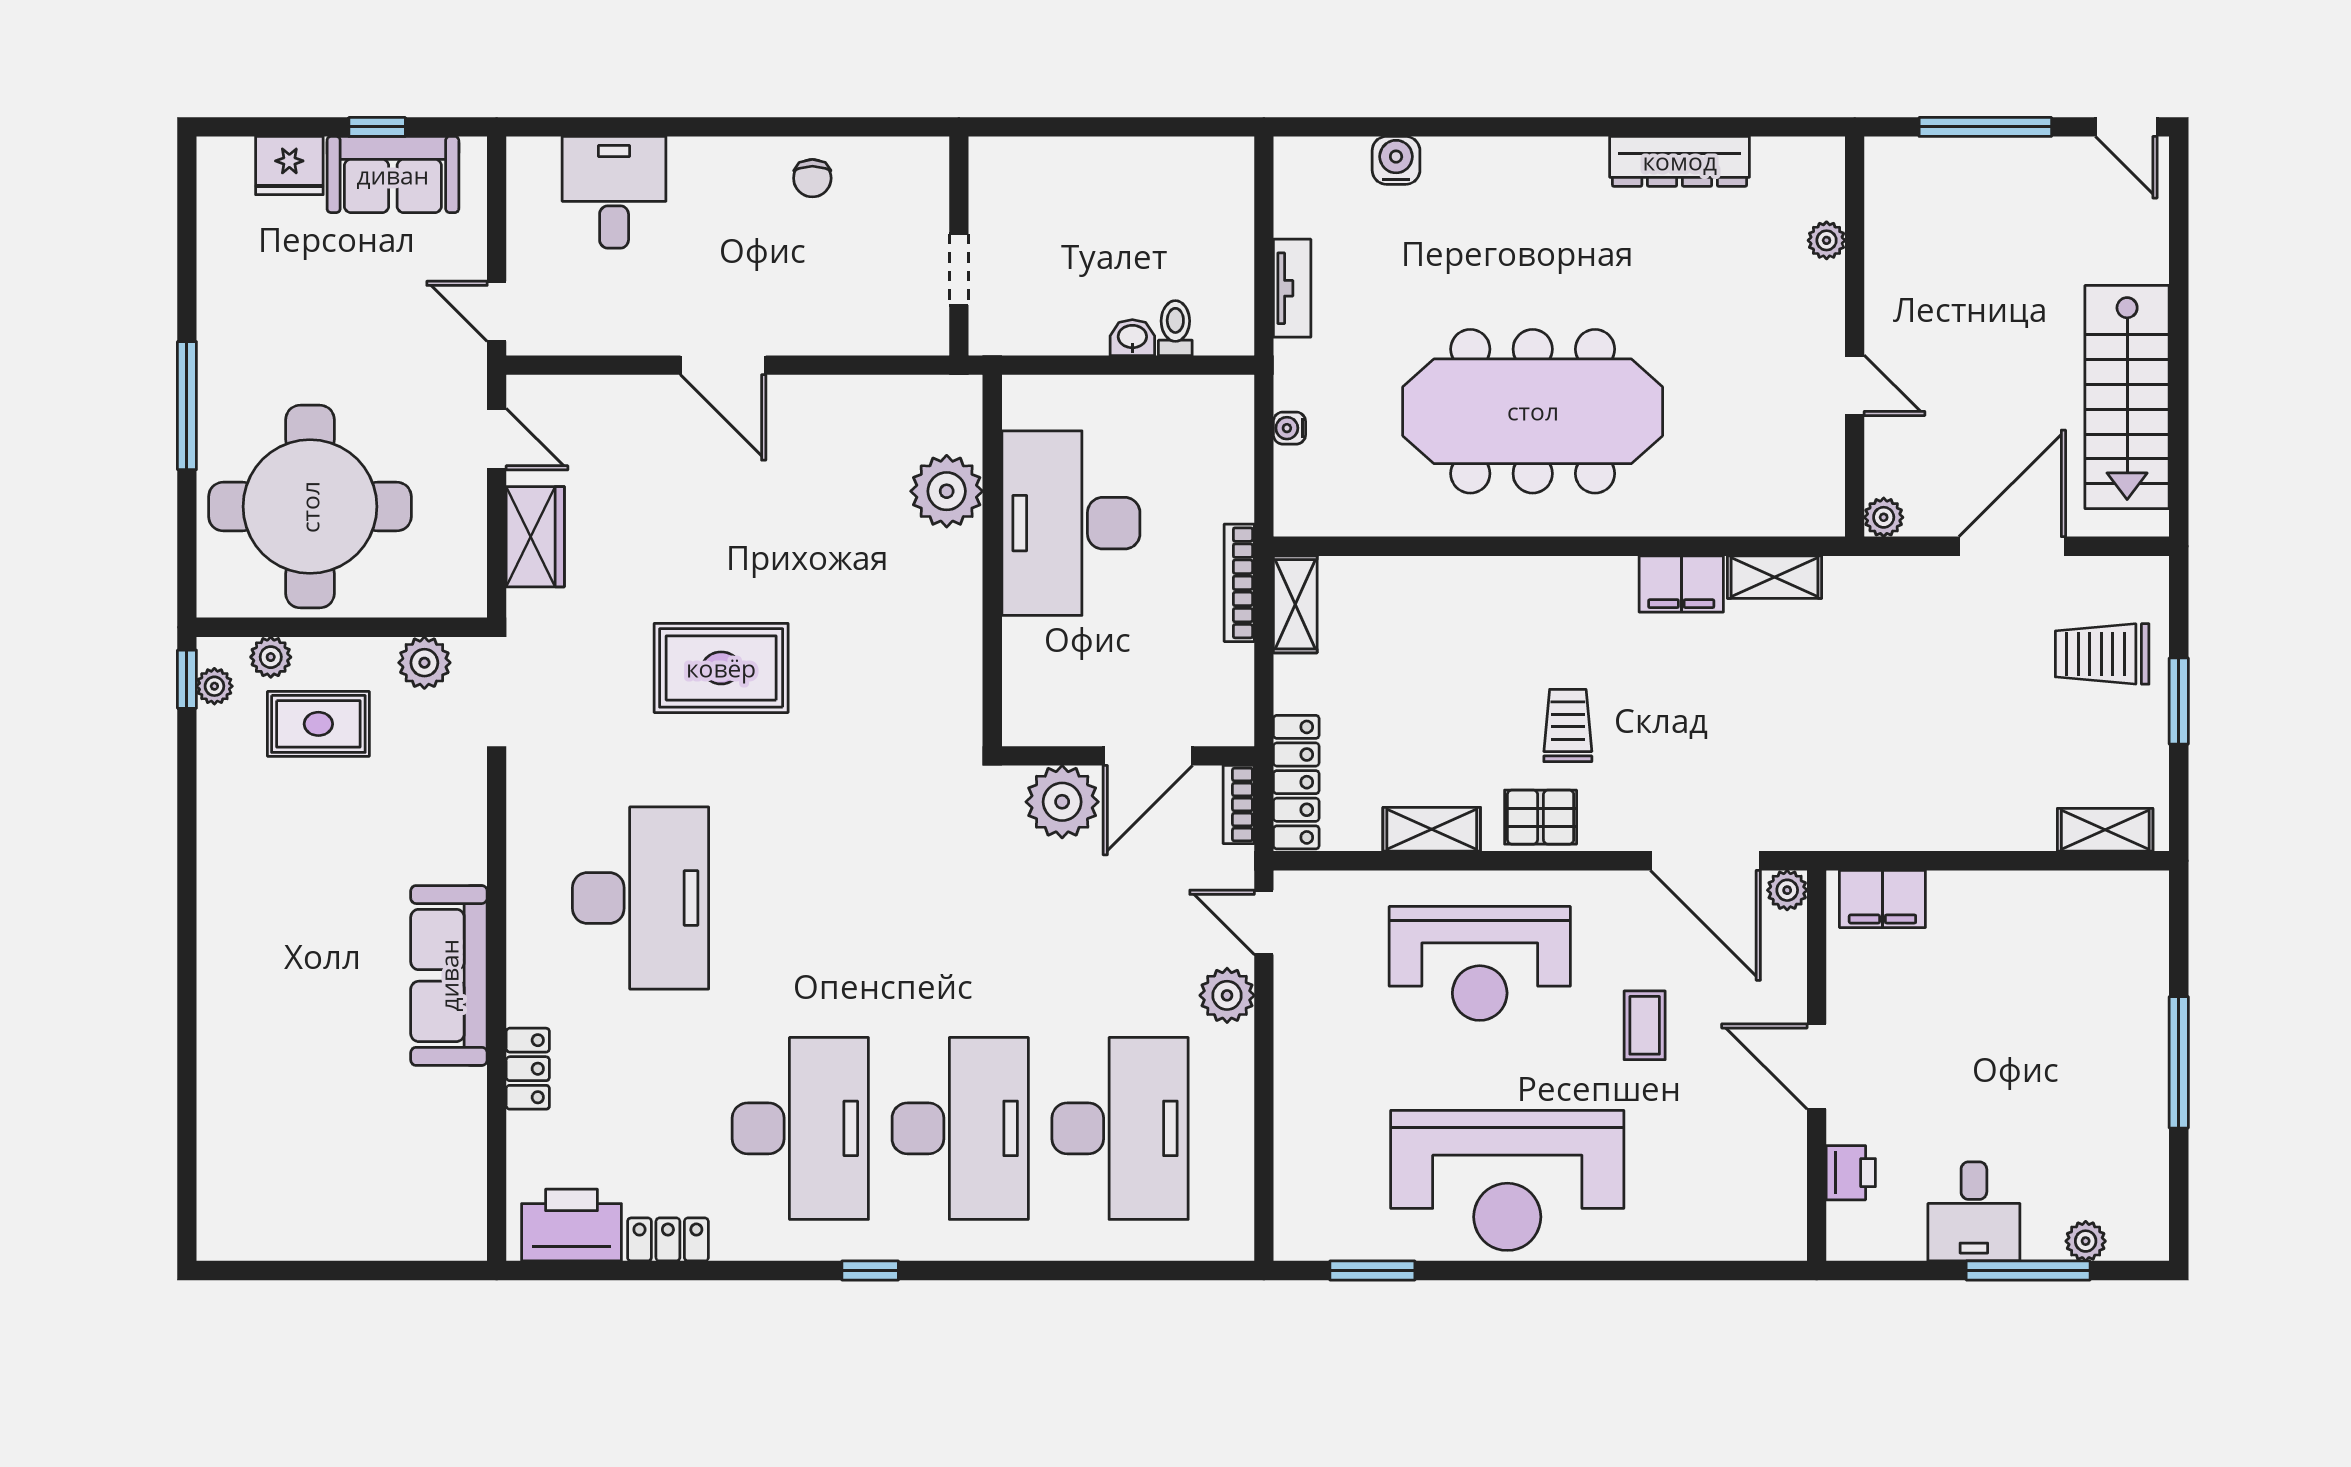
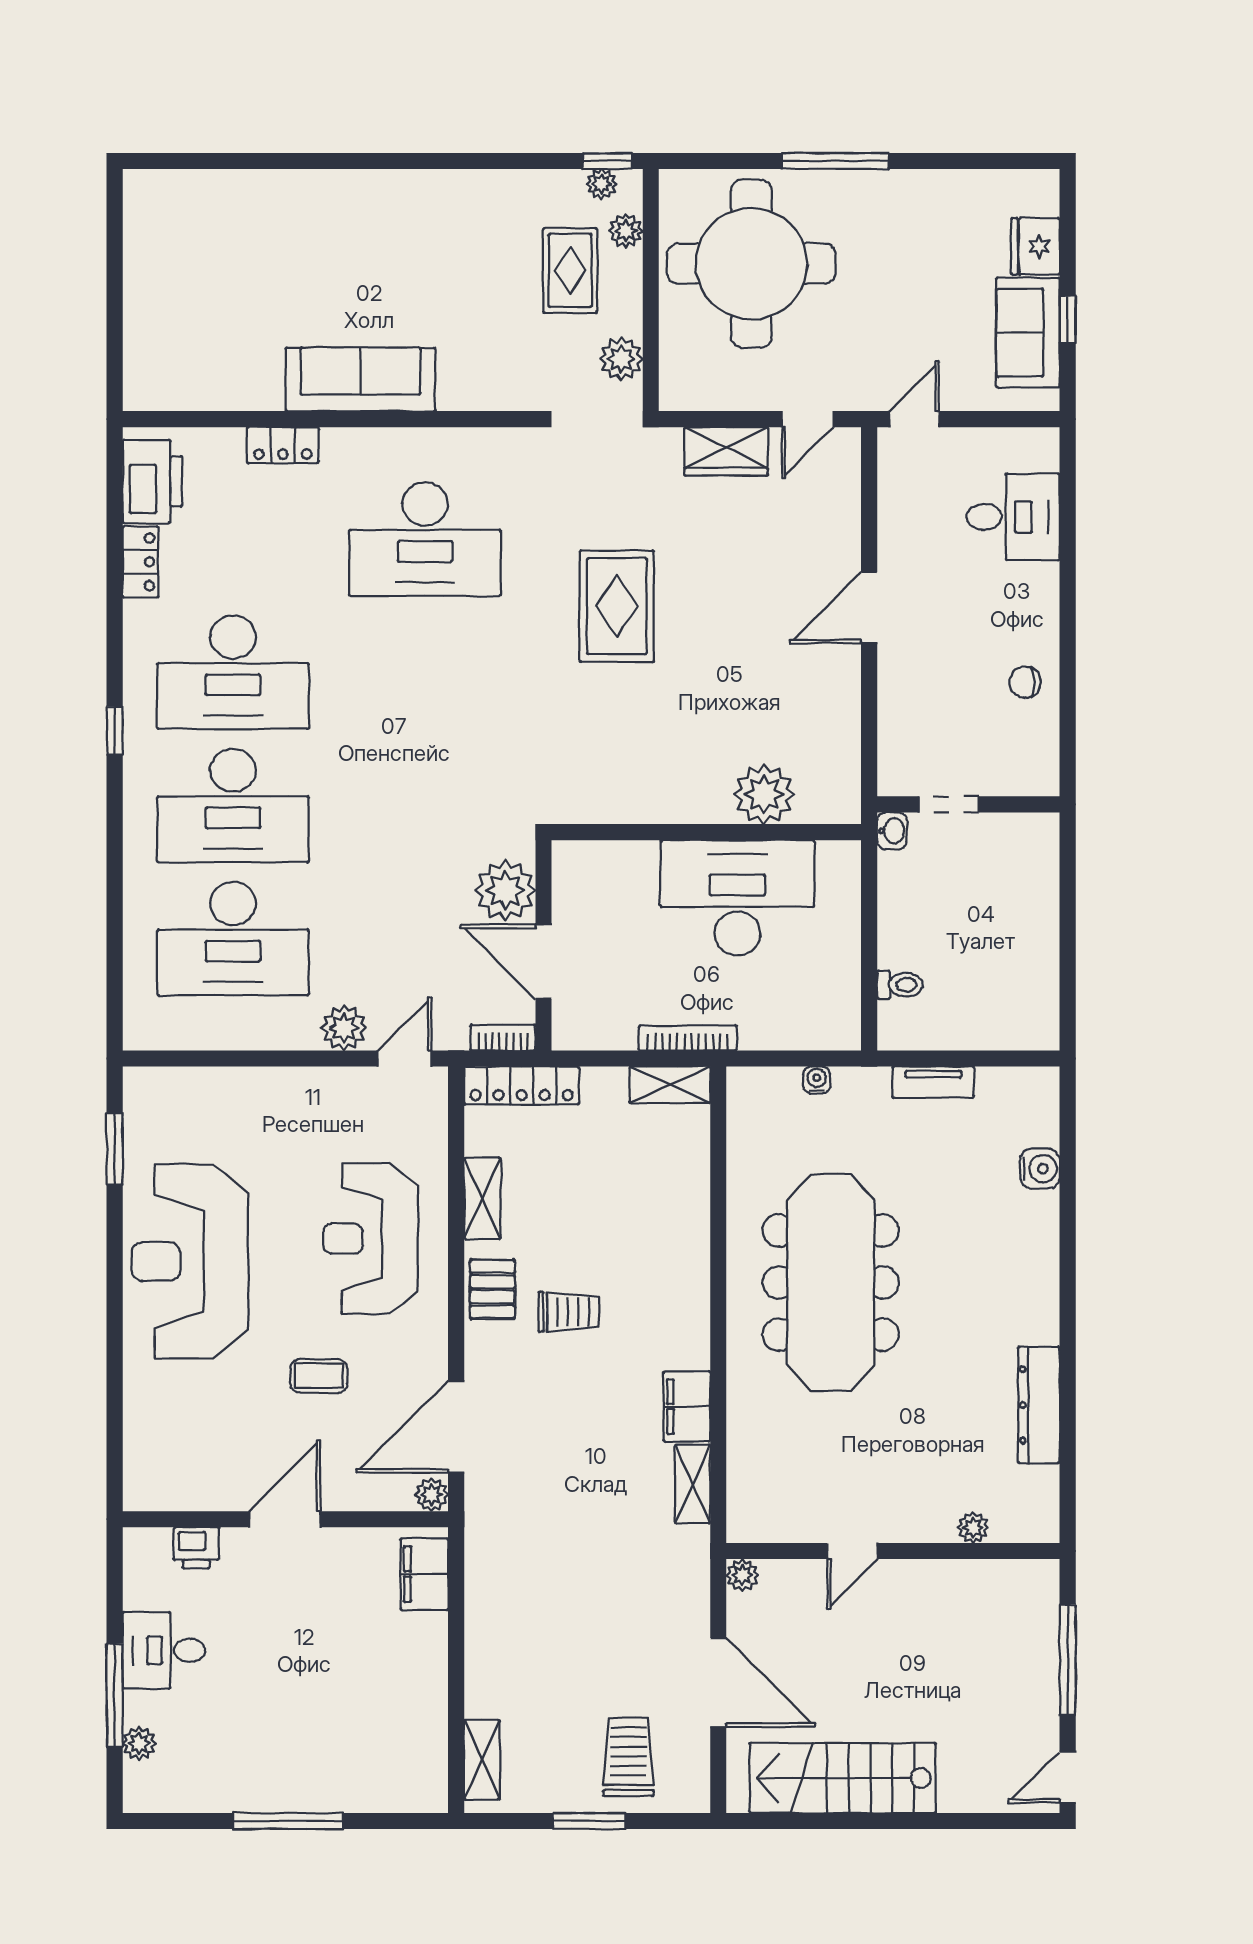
washbasin: (1132, 338) -> (892, 831), moved

